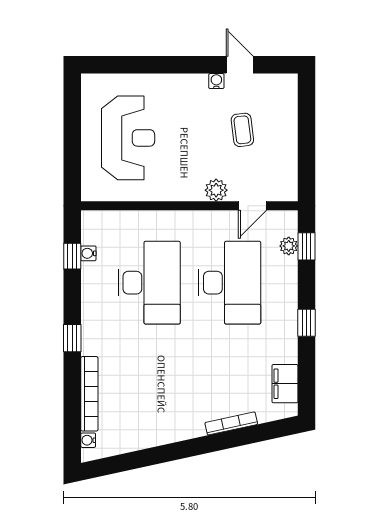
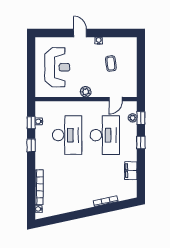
door: (240, 65) -> (80, 33), moved
plant: (216, 190) -> (86, 92), moved
window: (306, 323) -> (141, 143), moved
window: (72, 338) -> (31, 145), moved
filing cabinet: (285, 384) -> (131, 171), moved

